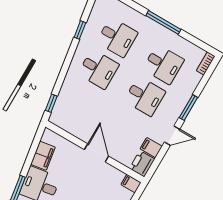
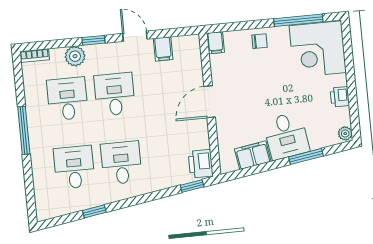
plant: (187, 89) -> (75, 56), added
window: (188, 108) -> (93, 40), width x0.67
printer: (142, 164) -> (201, 164), moved, turned 90

